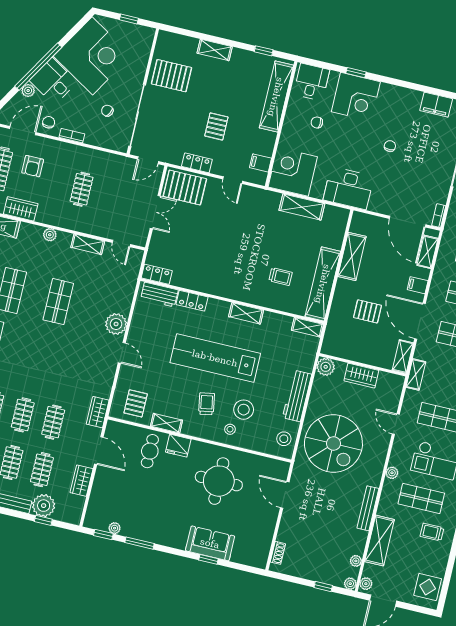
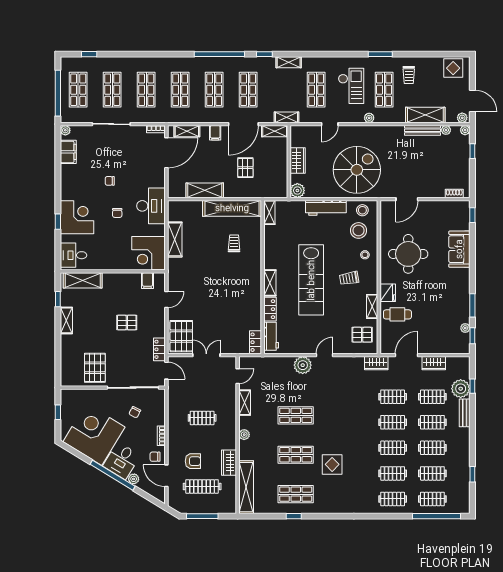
shelving: (215, 50) -> (66, 320), moved
shelving: (276, 97) -> (83, 280), width x0.68
chair: (317, 122) -> (117, 213), moved
locker: (197, 163) -> (159, 349), moved
shelving: (246, 313) -> (270, 283), moved
stool: (244, 410) -> (359, 230), moved
bench: (368, 508) -> (422, 130), moved
window: (208, 559) -> (472, 215), moved

